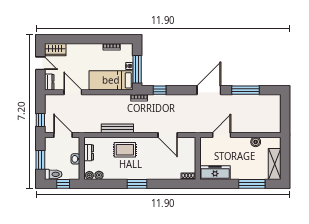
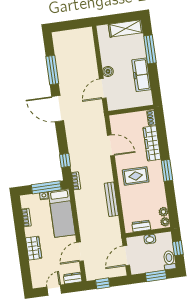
wardrobe: (55, 50) -> (34, 248), moved
window: (40, 120) -> (103, 283), moved
door: (168, 135) -> (111, 145), hinge flipped
door: (222, 135) -> (103, 89), hinge flipped
boiler: (256, 142) -> (108, 71), moved
rug: (125, 150) -> (136, 176), moved, turned 90
wardrobe: (164, 173) -> (152, 143), added
freezer: (215, 173) -> (141, 75), moved

